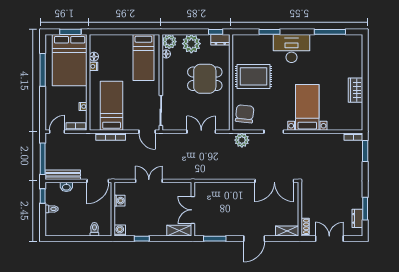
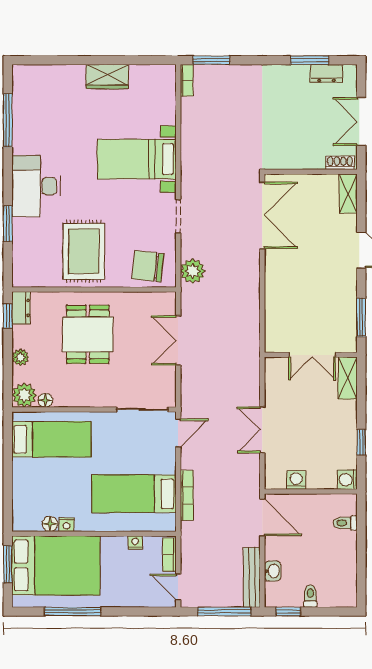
plant: (191, 44) -> (20, 357), width x0.53, depth x0.53

